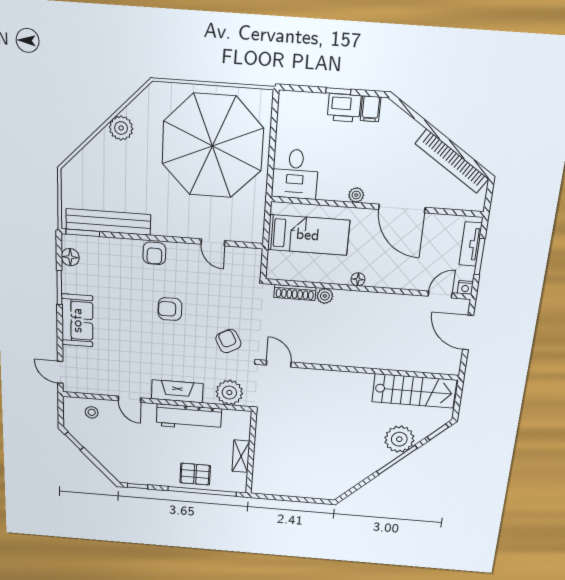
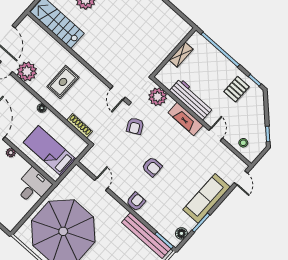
plant: (325, 296) -> (27, 71), moved, width x1.87, depth x1.87
sofa: (77, 320) -> (207, 198), width x1.36
rug: (355, 329) -> (63, 82), added
pallet: (195, 474) -> (236, 89), moved, turned 90

